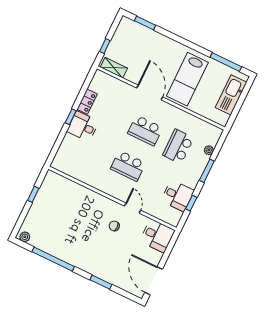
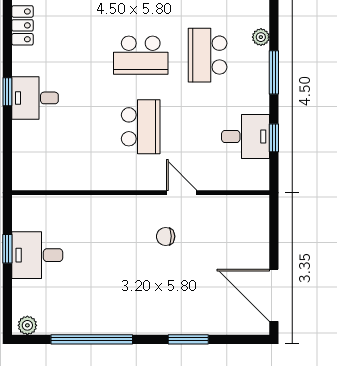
locker: (87, 102) -> (22, 25), moved
school desk: (128, 166) -> (141, 127), turned -90
desk: (157, 236) -> (37, 255), moved, turned 180

